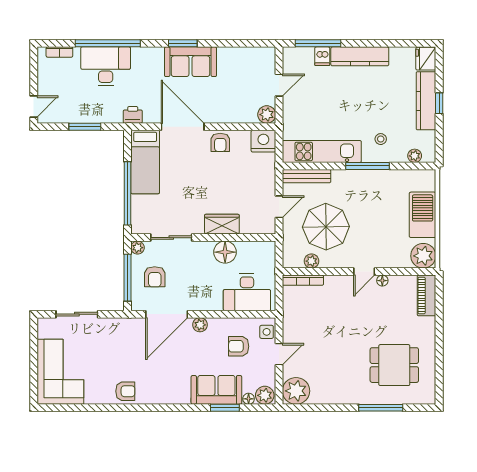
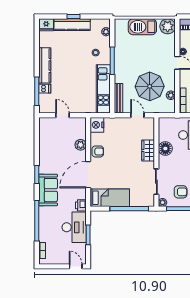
sofa: (190, 62) -> (48, 190), moved
desk: (106, 66) -> (74, 227), moved, turned 180
plant: (267, 115) -> (81, 145), moved

